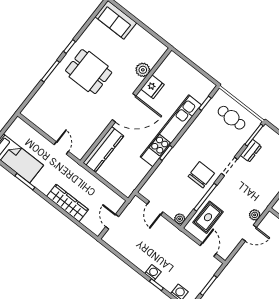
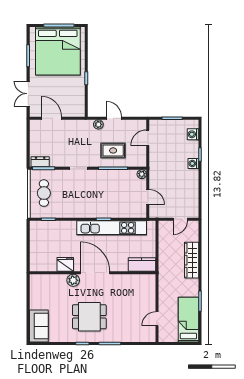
plant: (143, 70) -> (73, 280), moved
dining table: (89, 72) -> (89, 317), turned 90
kitchen unit: (171, 131) -> (112, 228), moved
door: (61, 148) -> (157, 319), moved
kitchen counter: (103, 149) -> (142, 264), width x0.67
dresser: (251, 151) -> (40, 162), moved
chair: (201, 175) -> (100, 183), removed
door: (155, 208) -> (148, 197), hinge flipped
rug: (208, 217) -> (113, 150), moved

